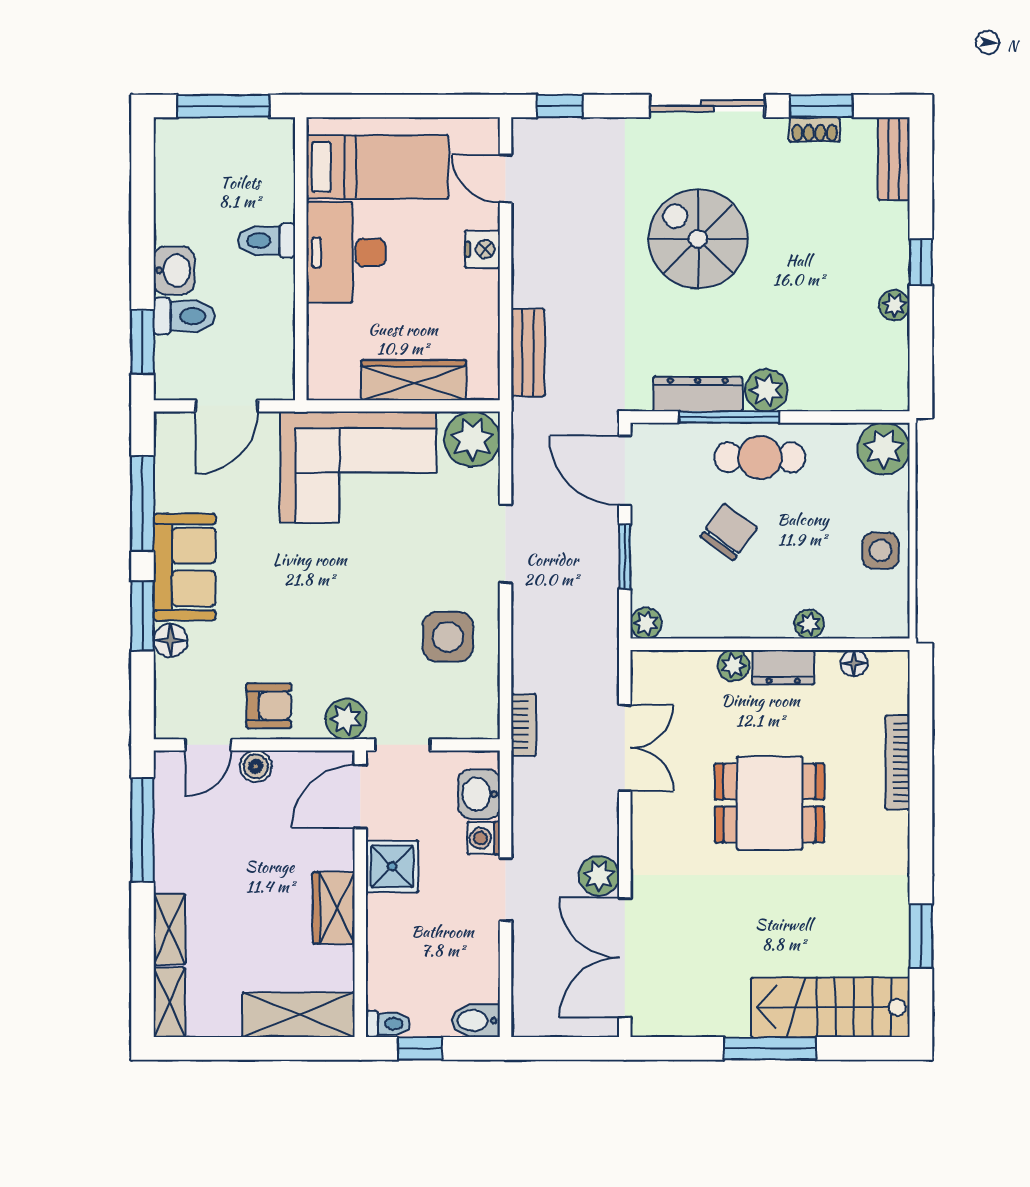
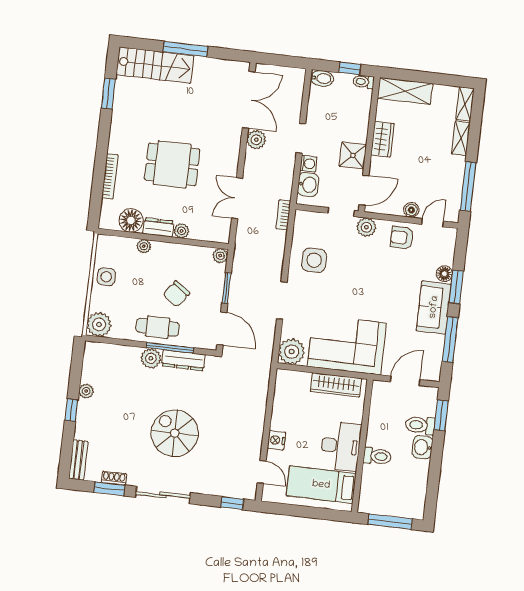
spiral stairs: (698, 239) -> (175, 433), turned 180
bench: (528, 353) -> (261, 389), removed
wardrobe: (414, 380) -> (336, 385), moved
floor lamp: (854, 663) -> (131, 220), width x1.89, depth x1.89

